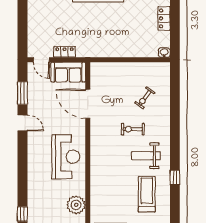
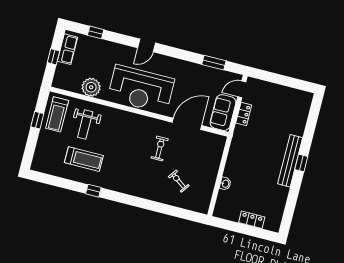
washbasin: (164, 53) -> (225, 184), moved
door: (22, 123) -> (147, 45), moved
exercise bike: (133, 129) -> (160, 148), moved
weight bench: (146, 156) -> (85, 125), moved, turned 180
reception desk: (66, 157) -> (141, 89), width x1.36, depth x1.30

